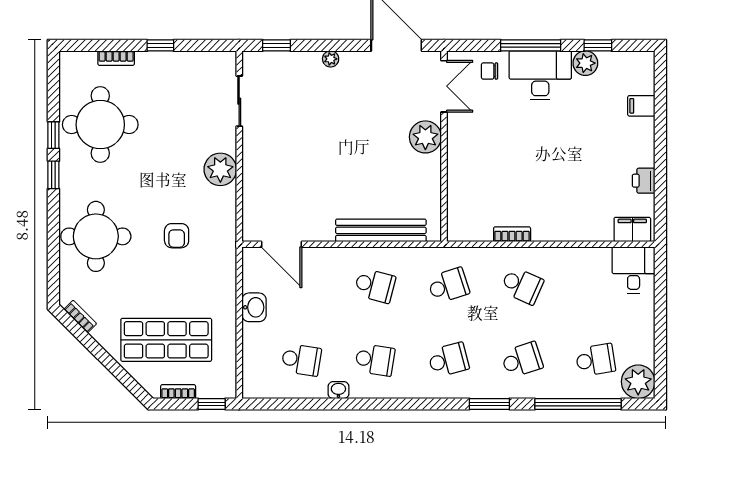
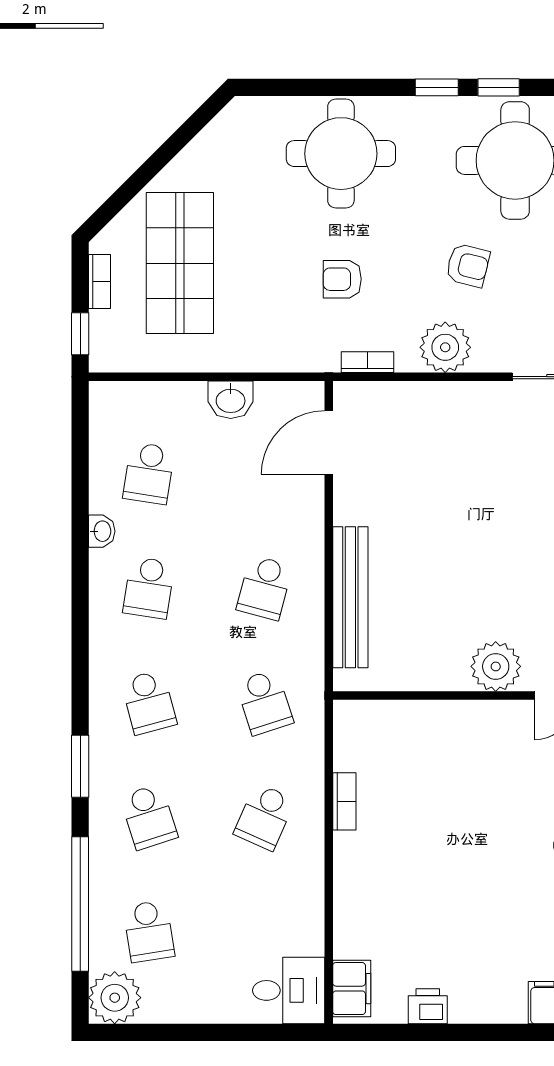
armchair: (168, 155) -> (468, 265), added
bookcase: (80, 317) -> (367, 362), moved, turned -135

